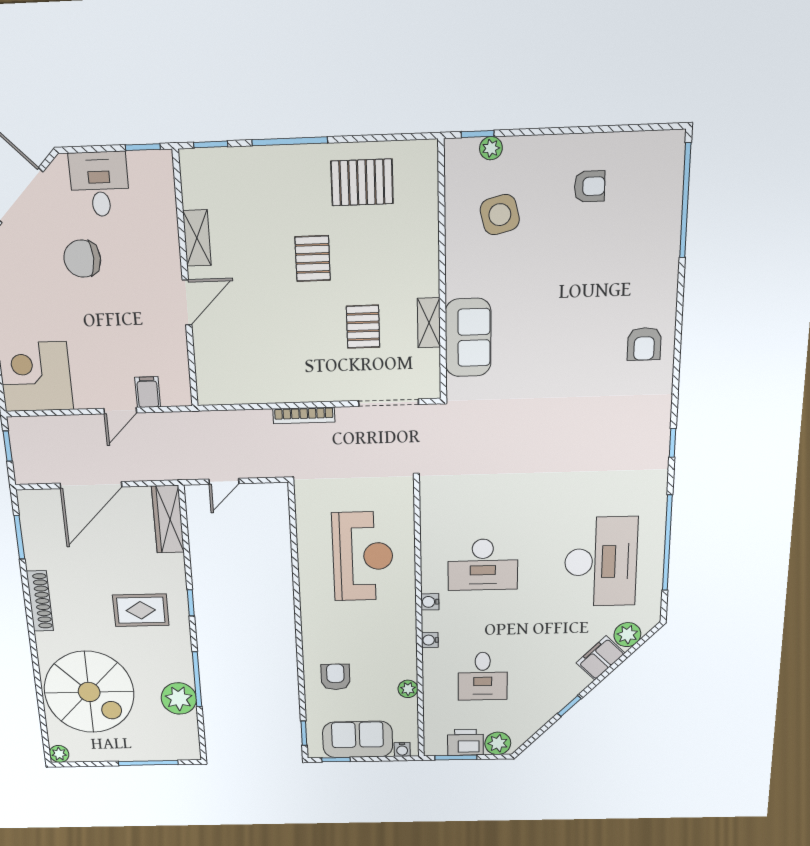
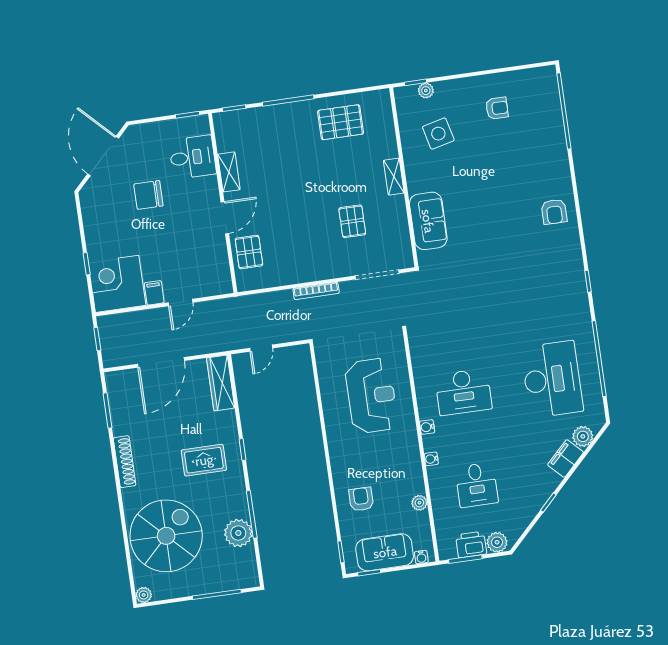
desk: (100, 184) -> (192, 157), moved, turned 90
pallet: (313, 258) -> (249, 252), moved
shelving: (429, 323) -> (394, 177), moved
filing cabinet: (148, 392) -> (154, 293), moved
spiral stairs: (89, 692) -> (166, 536), turned -90

